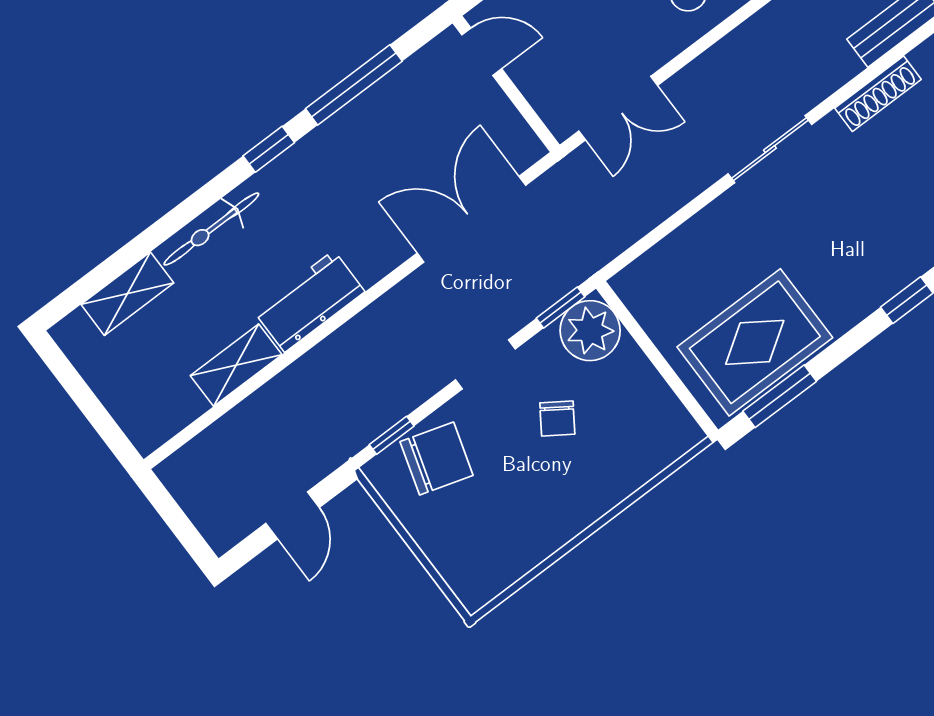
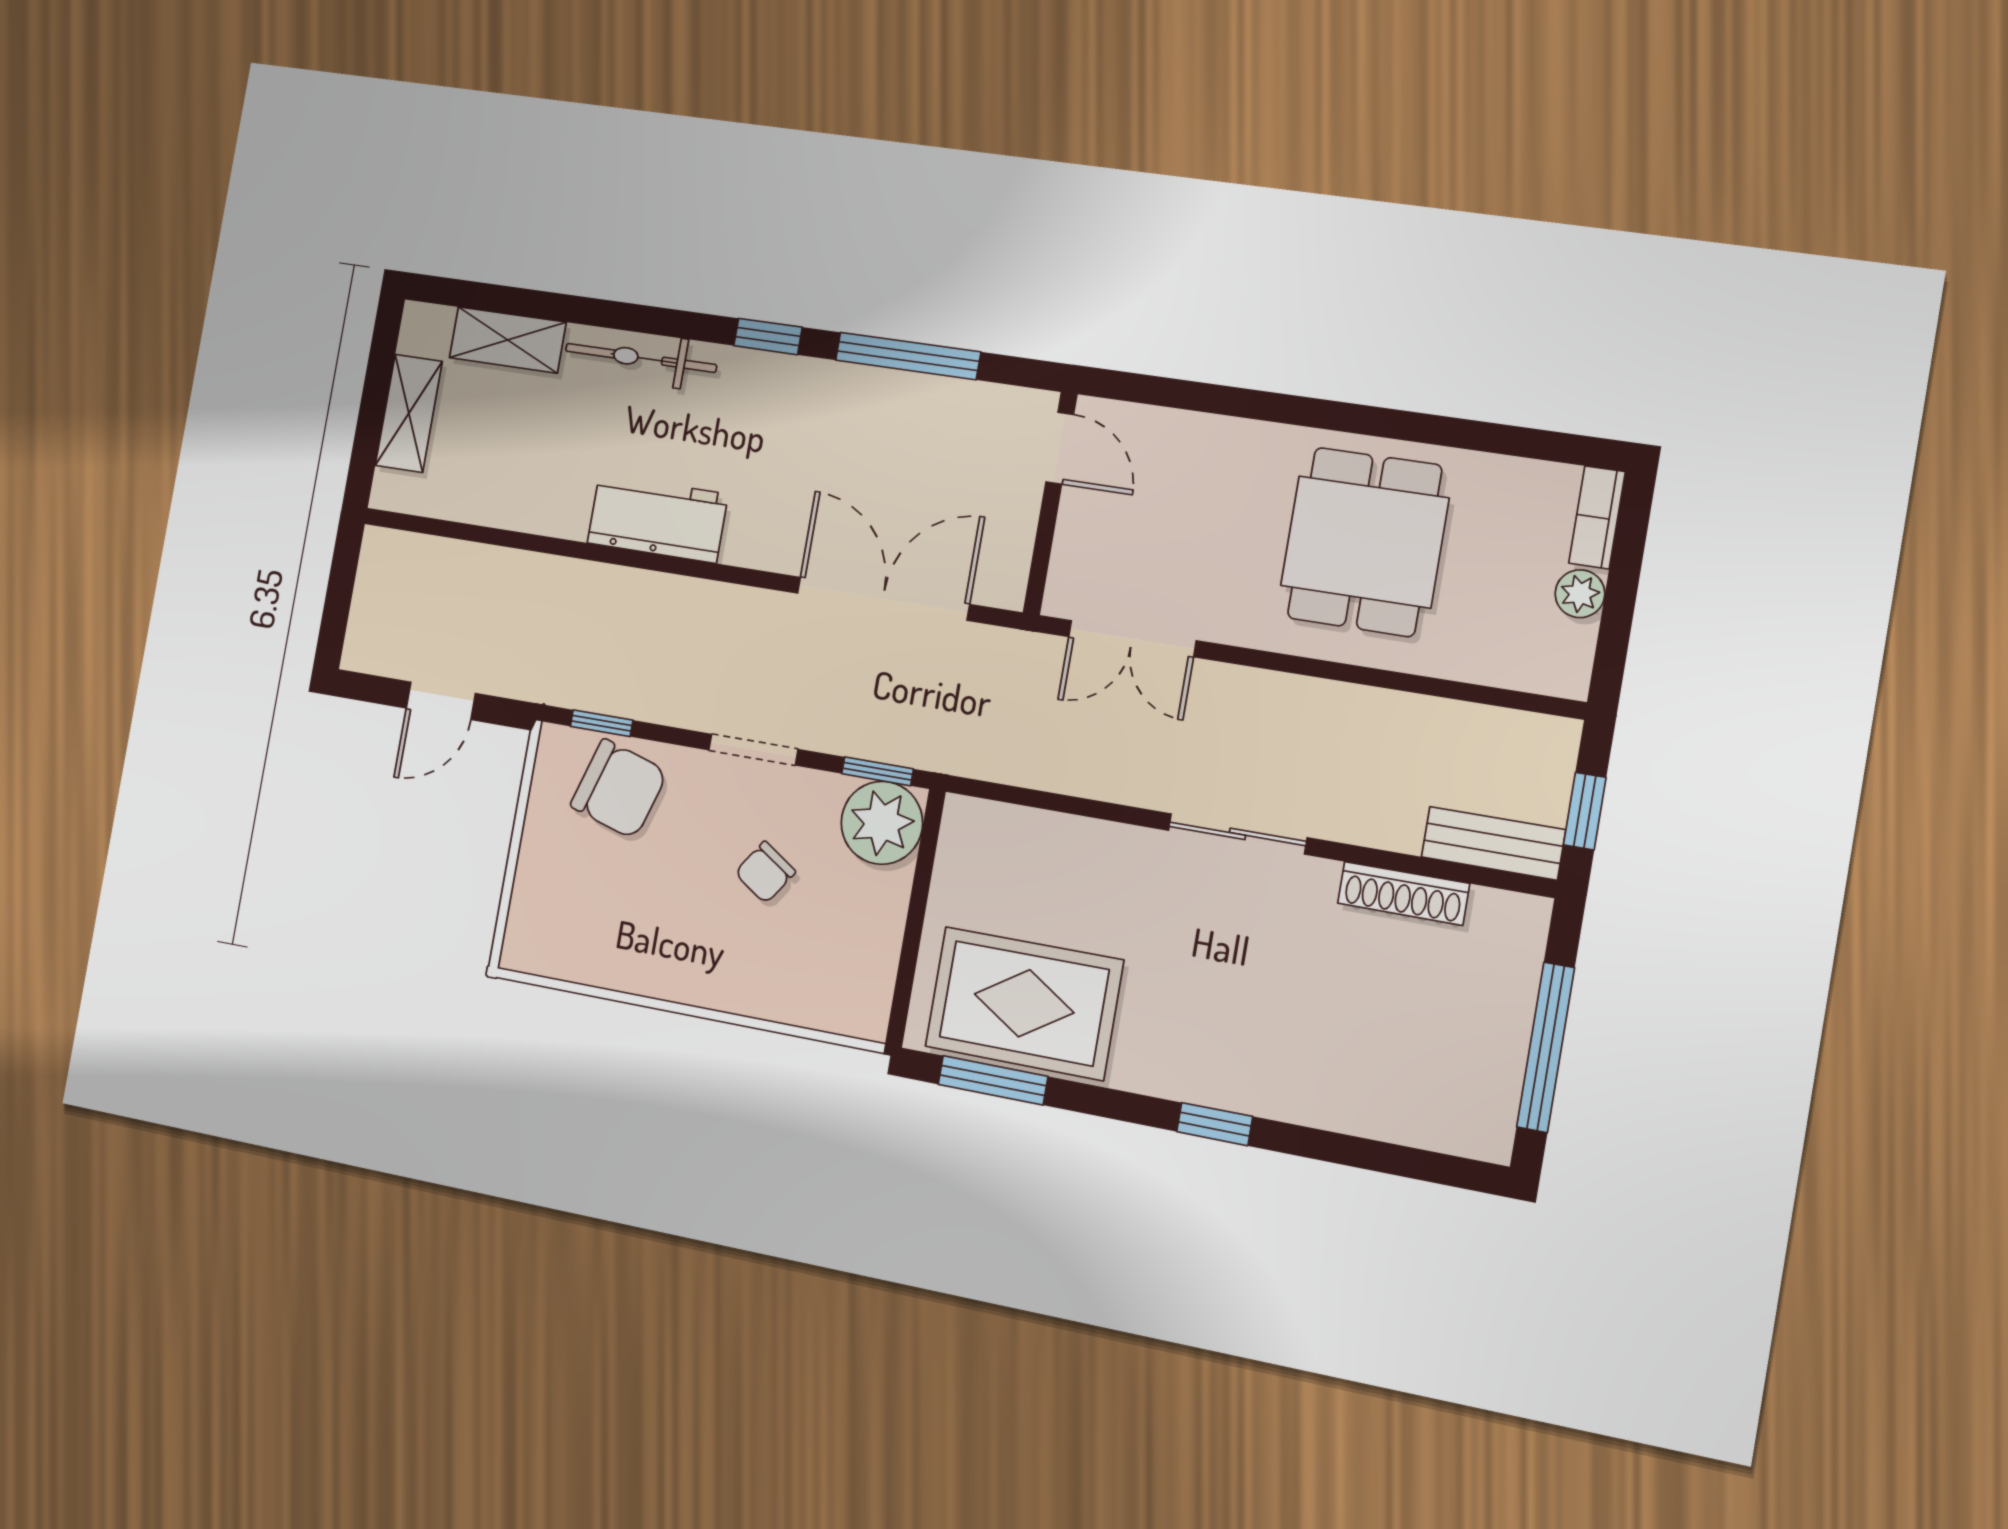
shelving: (236, 365) -> (409, 413), moved, turned 90

